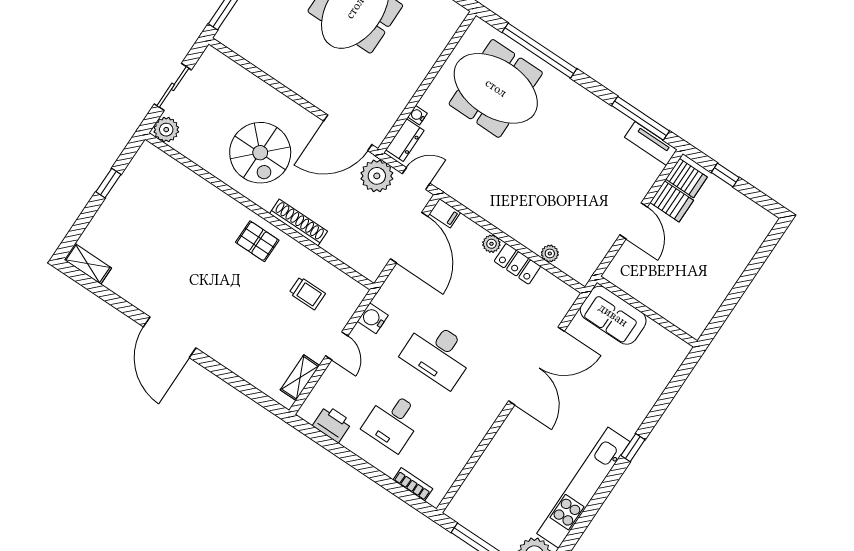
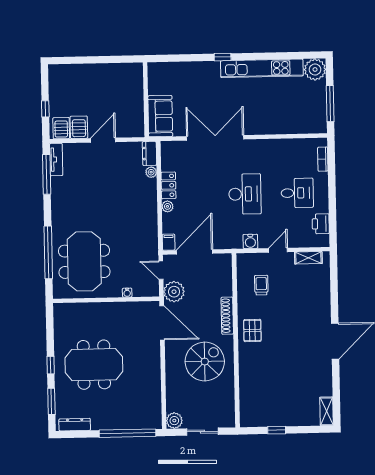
plant: (166, 130) -> (174, 421), moved
dresser: (405, 140) -> (150, 153), moved, turned -90

